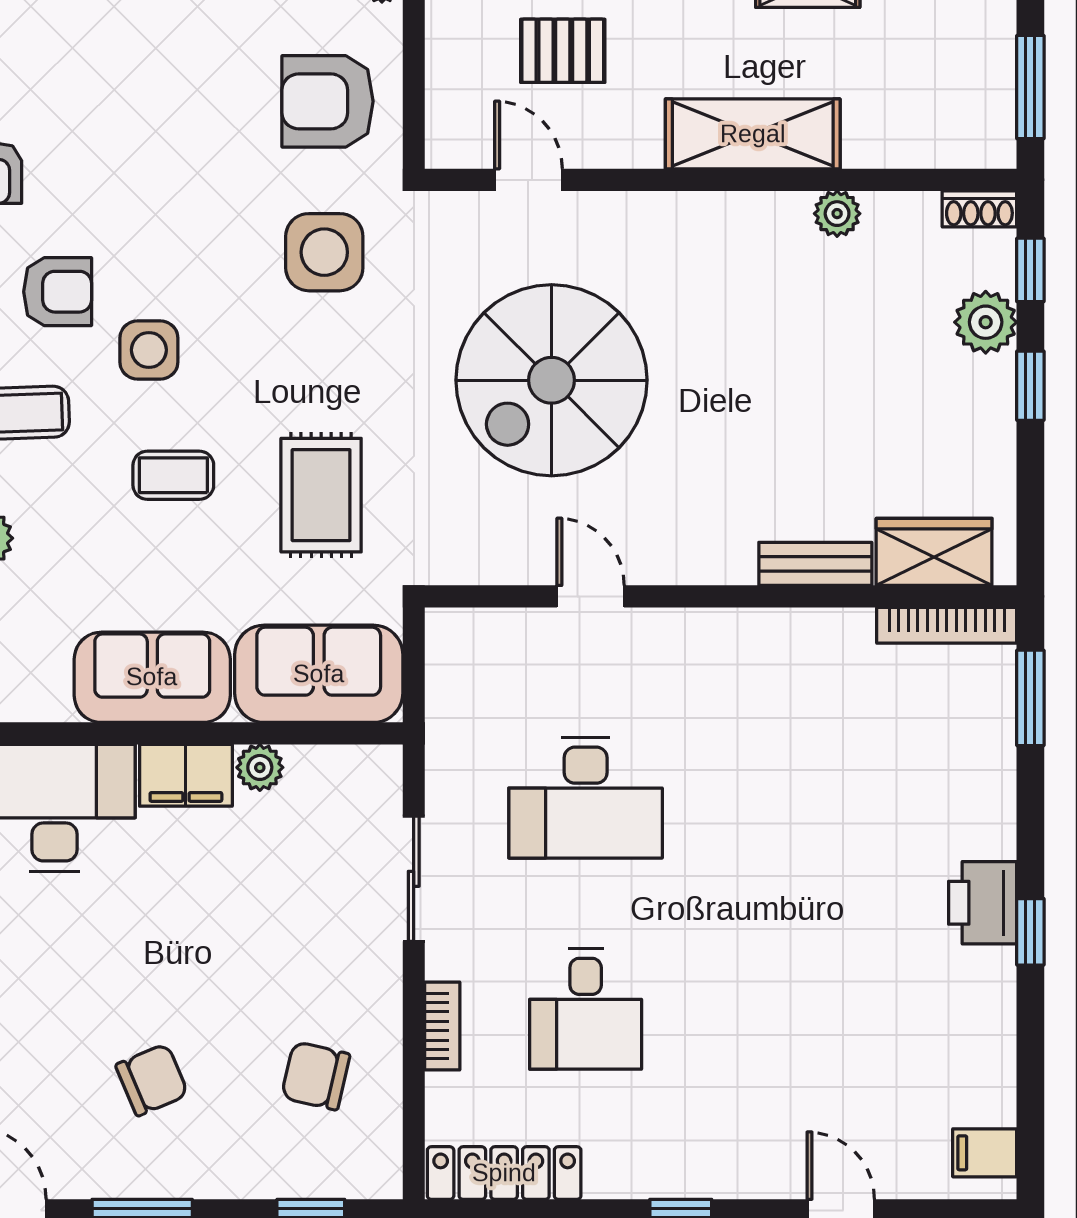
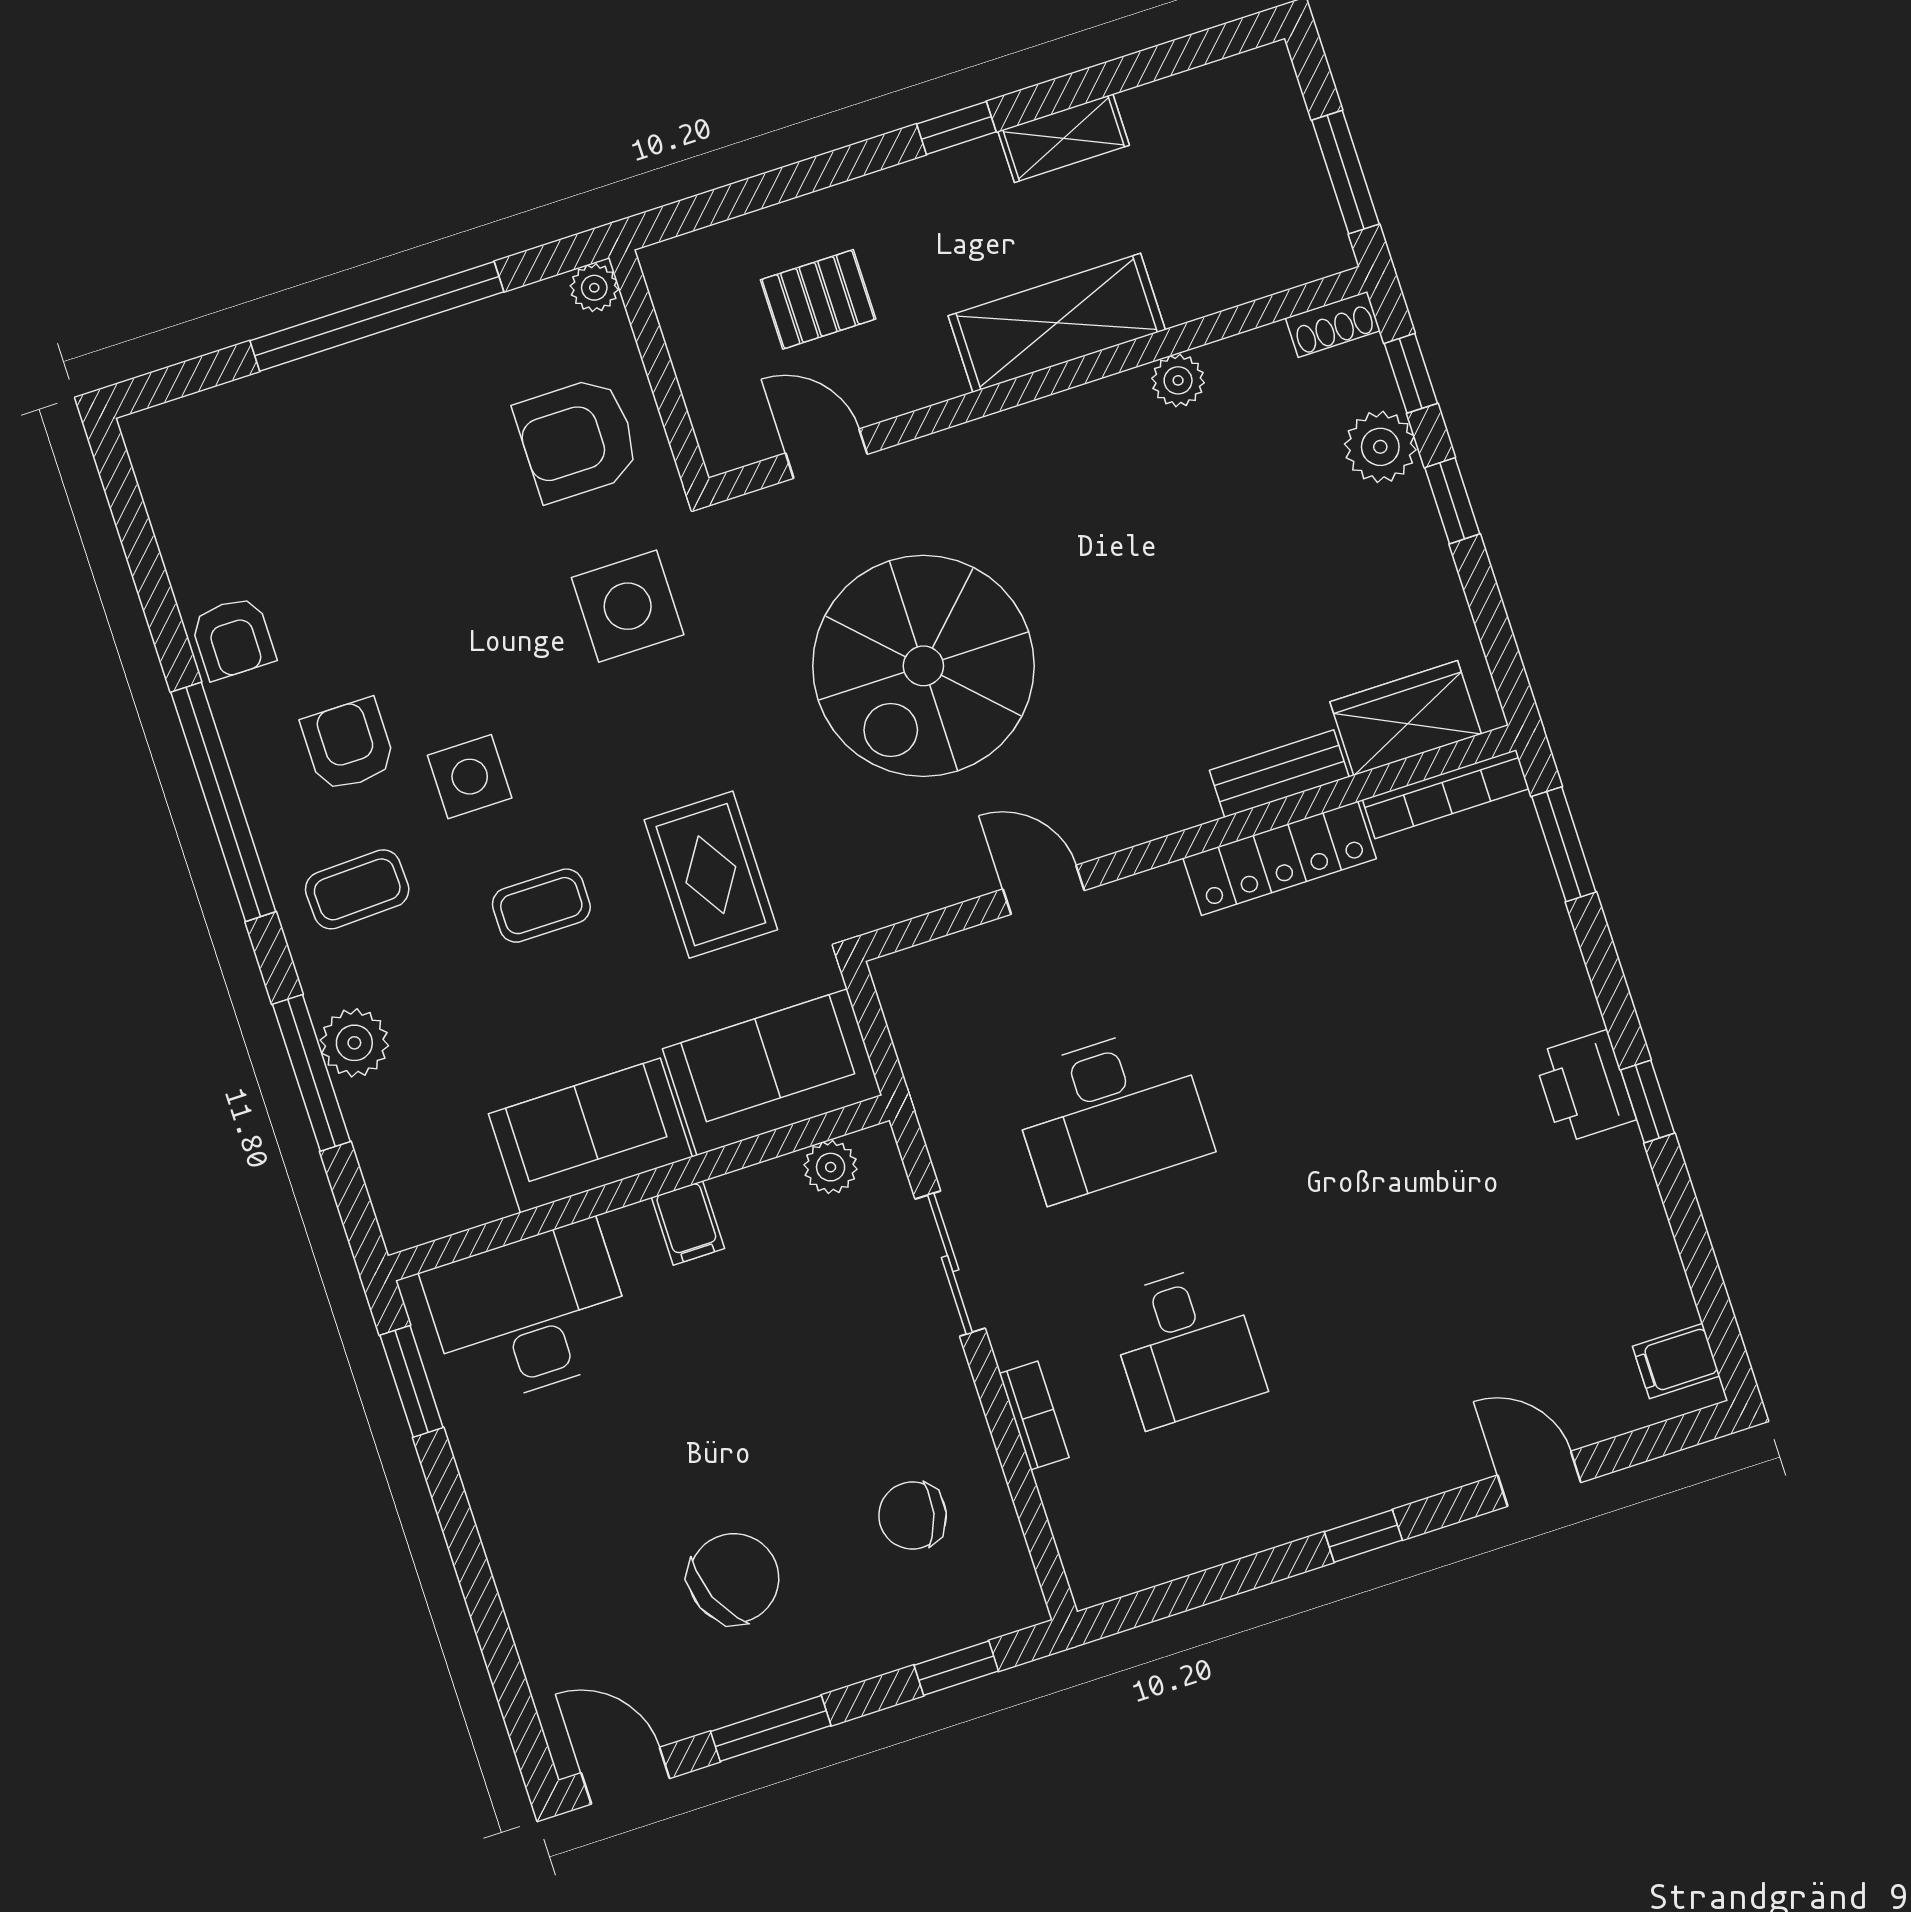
armchair: (58, 292) -> (348, 745), turned -90
plant: (260, 767) -> (831, 1167), moved
filing cabinet: (186, 775) -> (688, 1223), width x0.50
chair: (152, 1080) -> (734, 1578), width x1.37, depth x1.37
locker: (504, 1173) -> (1280, 858), moved, turned 180

